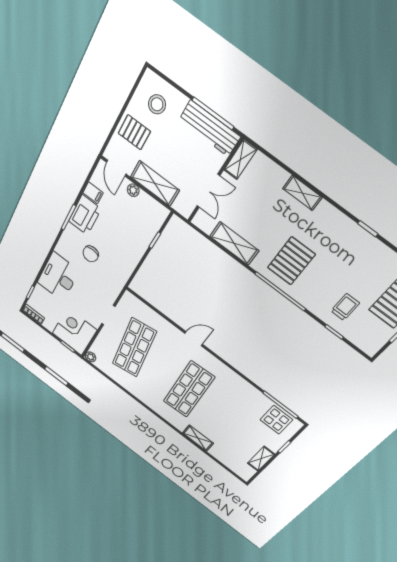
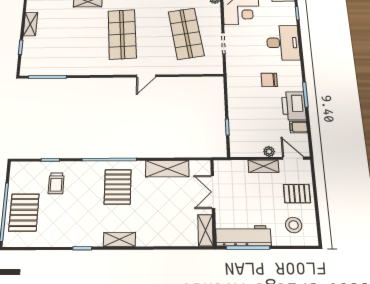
shelving: (155, 183) -> (263, 166), width x0.67, depth x0.75
shelving: (302, 193) -> (119, 239), moved
chair: (91, 254) -> (269, 80), turned -90
display table: (276, 420) -> (42, 63), removed

